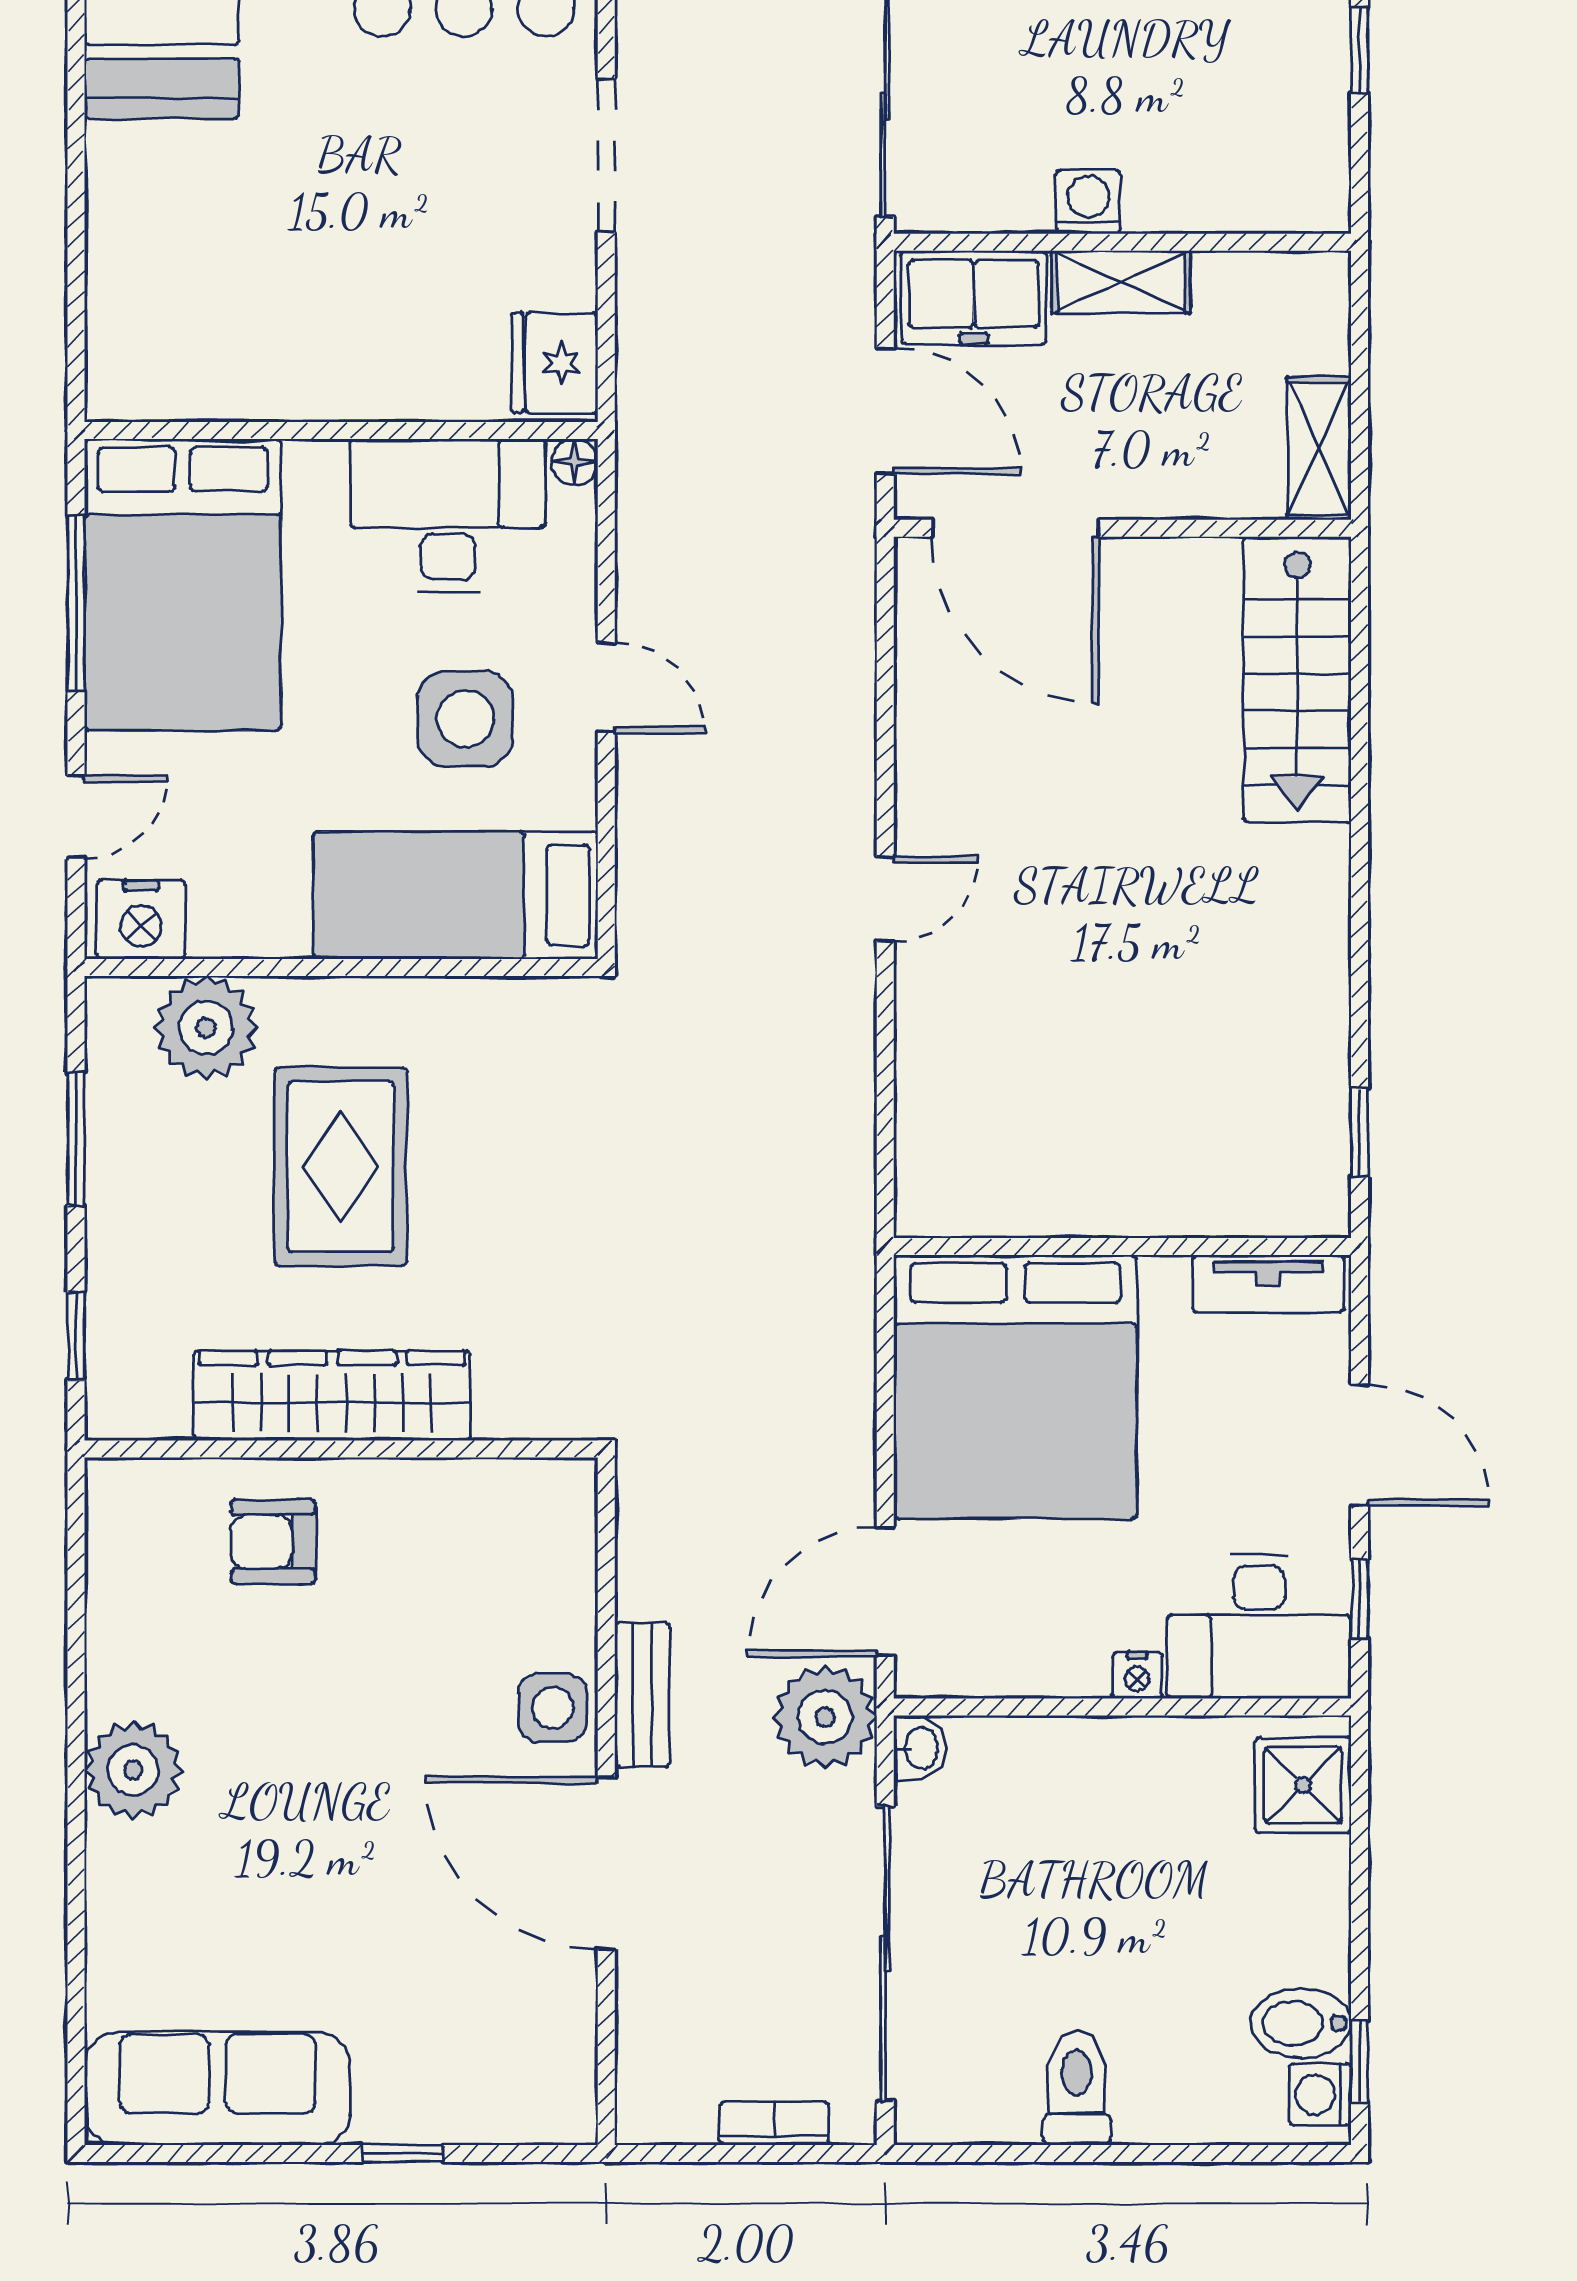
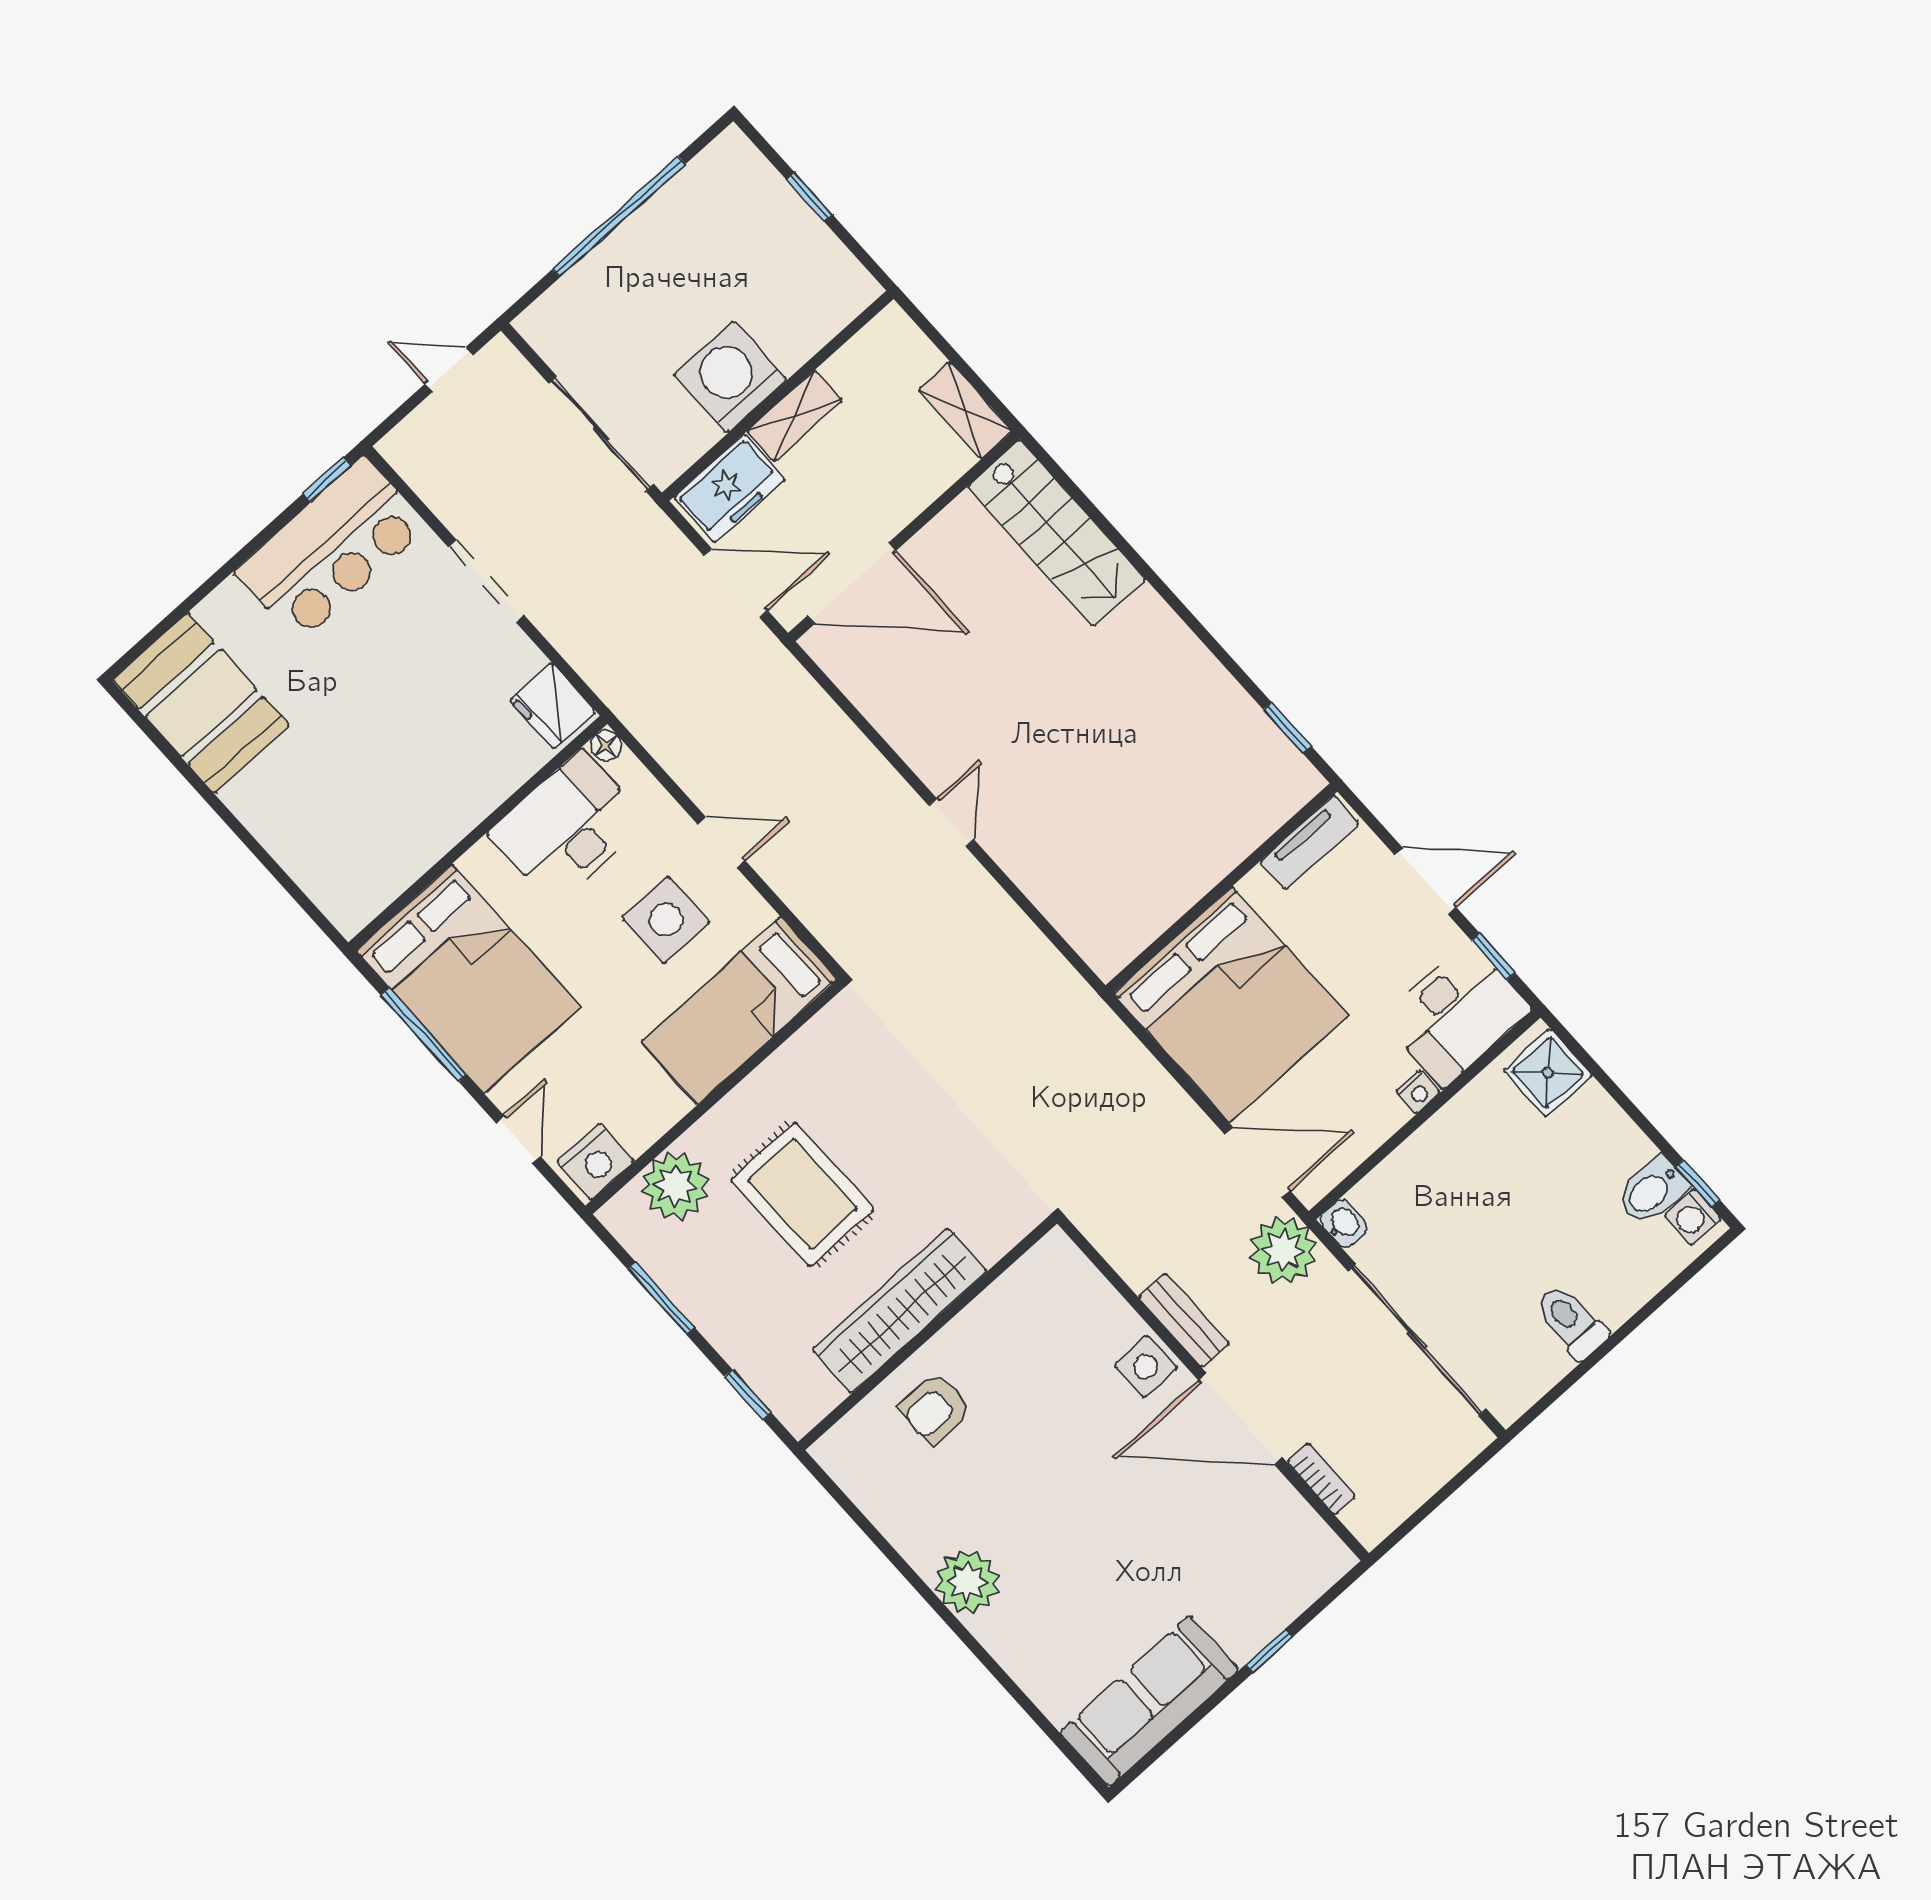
washing machine: (1088, 202) -> (730, 377), width x1.89, depth x1.89
door: (885, 1592) -> (1257, 1162), swing flipped
bookcase: (774, 2123) -> (1321, 1479), moved, turned 90

